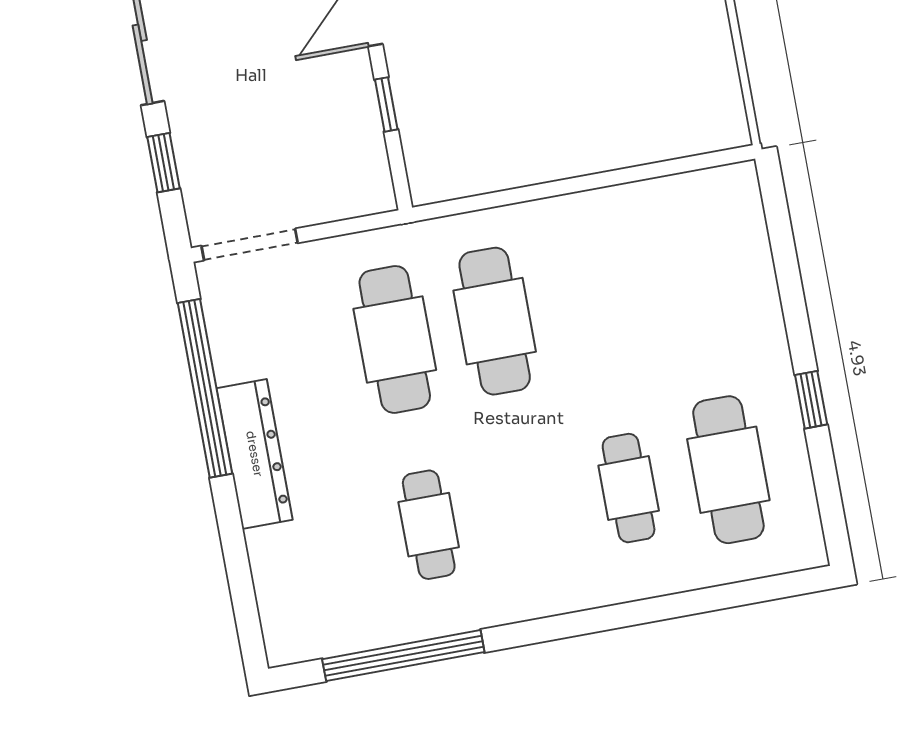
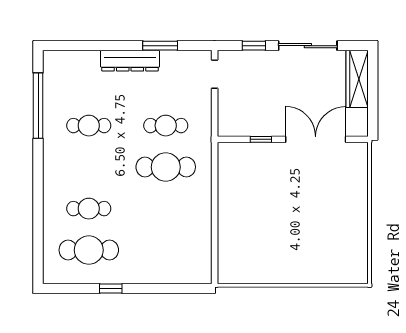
doorway: (250, 244) -> (215, 74), width x0.73
cafe table: (395, 339) -> (166, 126), width x0.73, depth x0.74
window: (205, 388) -> (160, 46), width x0.47

